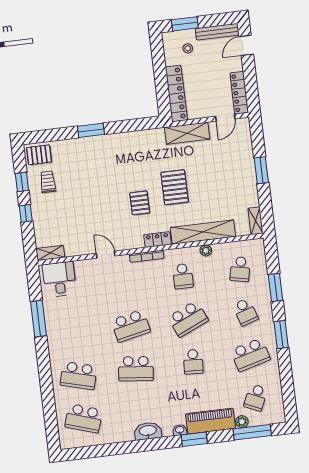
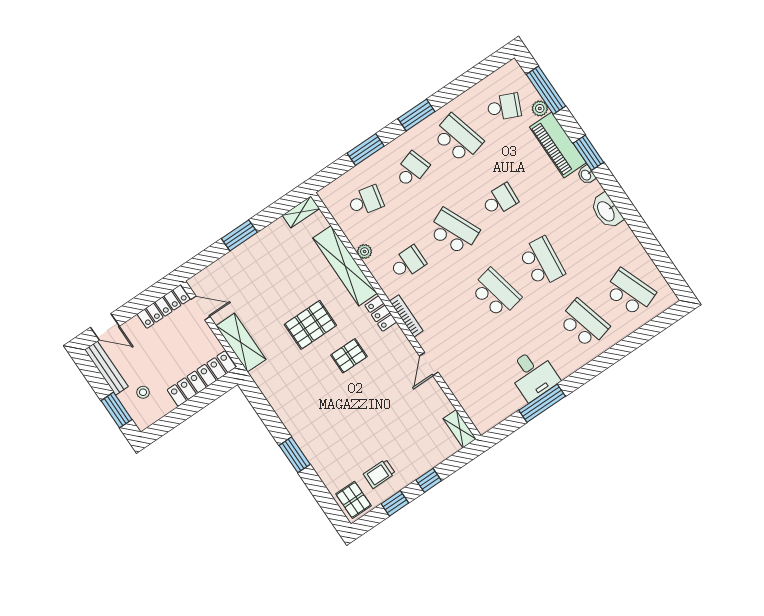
desk: (59, 279) -> (533, 375), moved, turned -90
school desk: (78, 376) -> (584, 324), turned -30
school desk: (84, 418) -> (630, 292), turned -39

